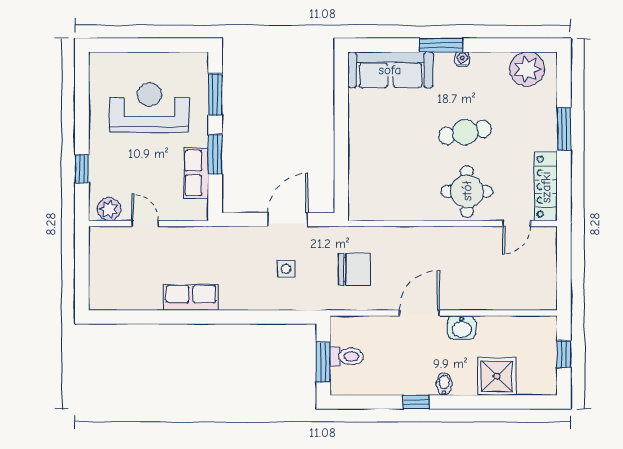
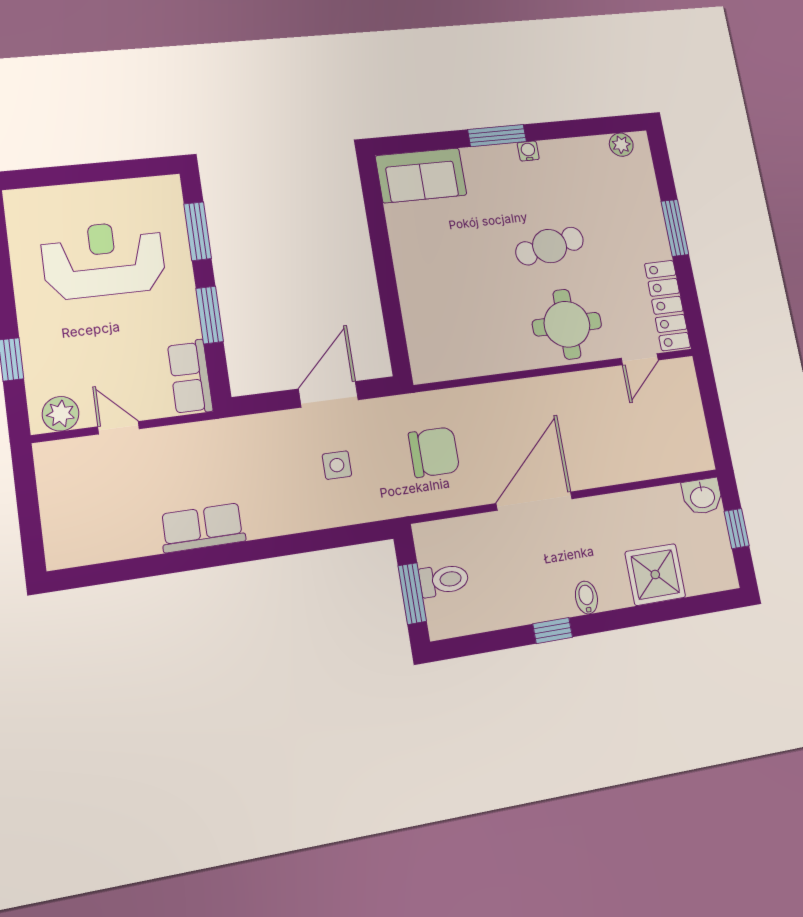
plant: (527, 69) -> (621, 145), width x0.53, depth x0.53
sofa: (390, 70) -> (421, 175), width x0.73
row of seats: (196, 173) -> (190, 377), moved
door: (419, 313) -> (534, 501), width x1.36
washbasin: (462, 328) -> (702, 496), moved

